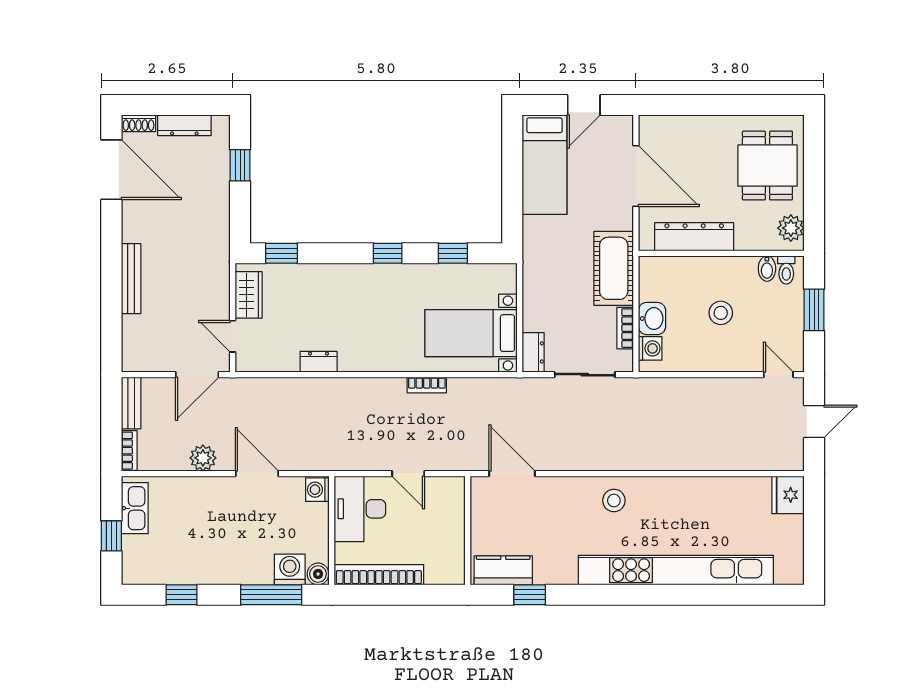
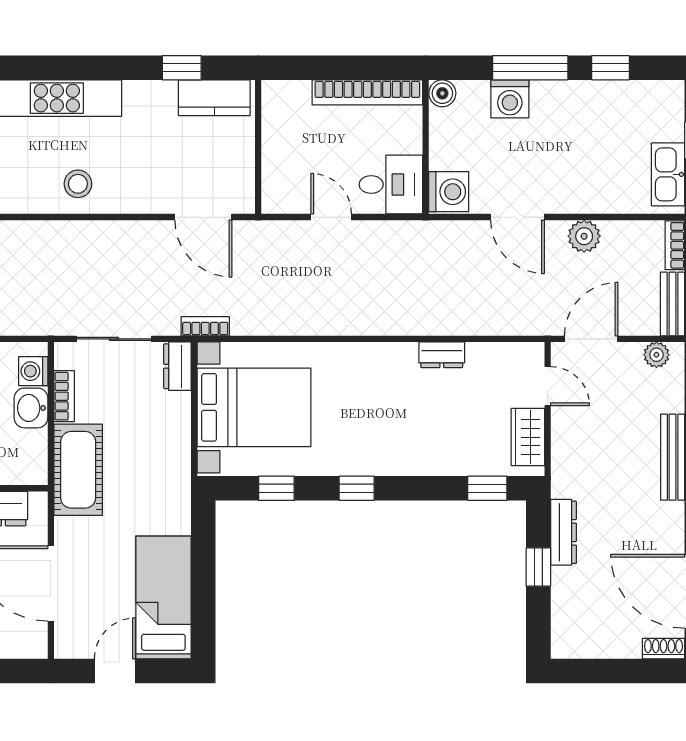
dresser: (184, 125) -> (563, 532), moved, turned 90
window: (240, 165) -> (538, 567), moved
bed with nightstands: (471, 333) -> (254, 407), width x1.36
plant: (144, 362) -> (656, 355), added
bookcase: (427, 385) -> (205, 326), moved
washing machine: (317, 490) -> (449, 192), width x1.38, depth x1.38
desk: (360, 509) -> (391, 185), width x0.73
washing machine: (290, 569) -> (510, 99), moved
window: (271, 595) -> (530, 68), moved

